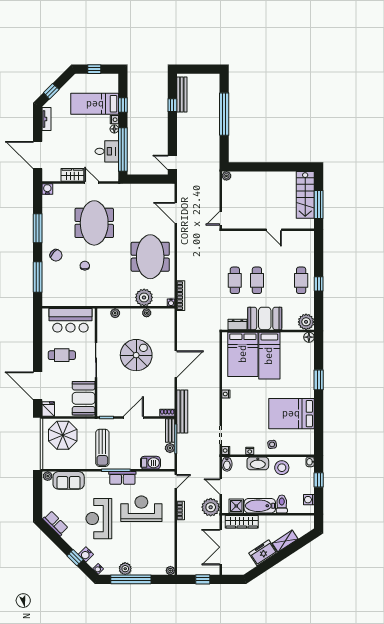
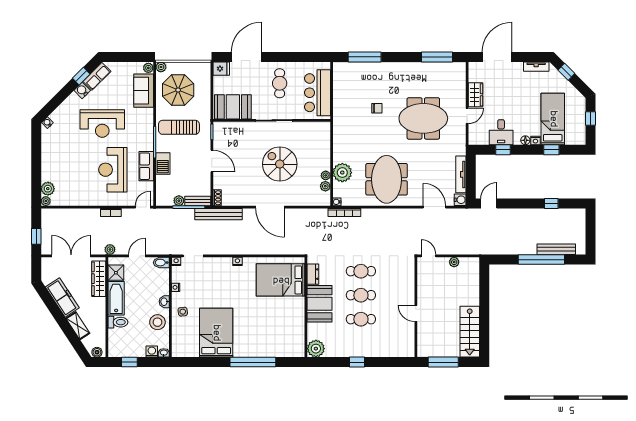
bench: (182, 94) -> (556, 249), moved
window: (123, 149) -> (503, 150), width x0.32
plant: (226, 176) -> (454, 262), moved
tv unit: (146, 188) -> (461, 174), added
water cooler: (47, 189) -> (460, 200), moved
stairs: (305, 195) -> (470, 332), moved, turned -90
door: (176, 213) -> (434, 207), hinge flipped
window: (38, 228) -> (437, 57), moved
door: (274, 230) -> (416, 314), hinge flipped
chair: (56, 255) -> (388, 77), removed
meeting table: (150, 257) -> (387, 179), turned 90
cafe table: (301, 280) -> (361, 319), moved
plant: (115, 313) -> (325, 186), moved
floor lamp: (309, 337) -> (299, 352), removed
spiral stairs: (136, 355) -> (280, 164), turned 180
bed: (269, 356) -> (279, 309), removed
window: (319, 380) -> (253, 362), width x2.11
parasol: (63, 435) -> (178, 90), moved
barbecue: (150, 463) -> (163, 163), moved
washbasin: (258, 463) -> (164, 302), width x0.52, depth x0.69
plant: (47, 464) -> (161, 67), added
row of seats: (122, 478) -> (146, 166), moved
window: (319, 480) -> (129, 362), moved
door: (176, 481) -> (143, 207), swing flipped
washing machine: (309, 500) -> (152, 352), moved
plant: (211, 507) -> (110, 249), width x0.53, depth x0.53
reception desk: (141, 509) -> (113, 170), turned 180
reception desk: (99, 519) -> (102, 124), turned 180
boiler: (309, 523) -> (97, 352), added
freezer: (263, 553) -> (62, 297), width x1.40
water cooler: (86, 554) -> (82, 90), moved
window: (75, 558) -> (81, 76), moved
plant: (125, 569) -> (48, 189), moved
window: (131, 579) -> (36, 158), removed

